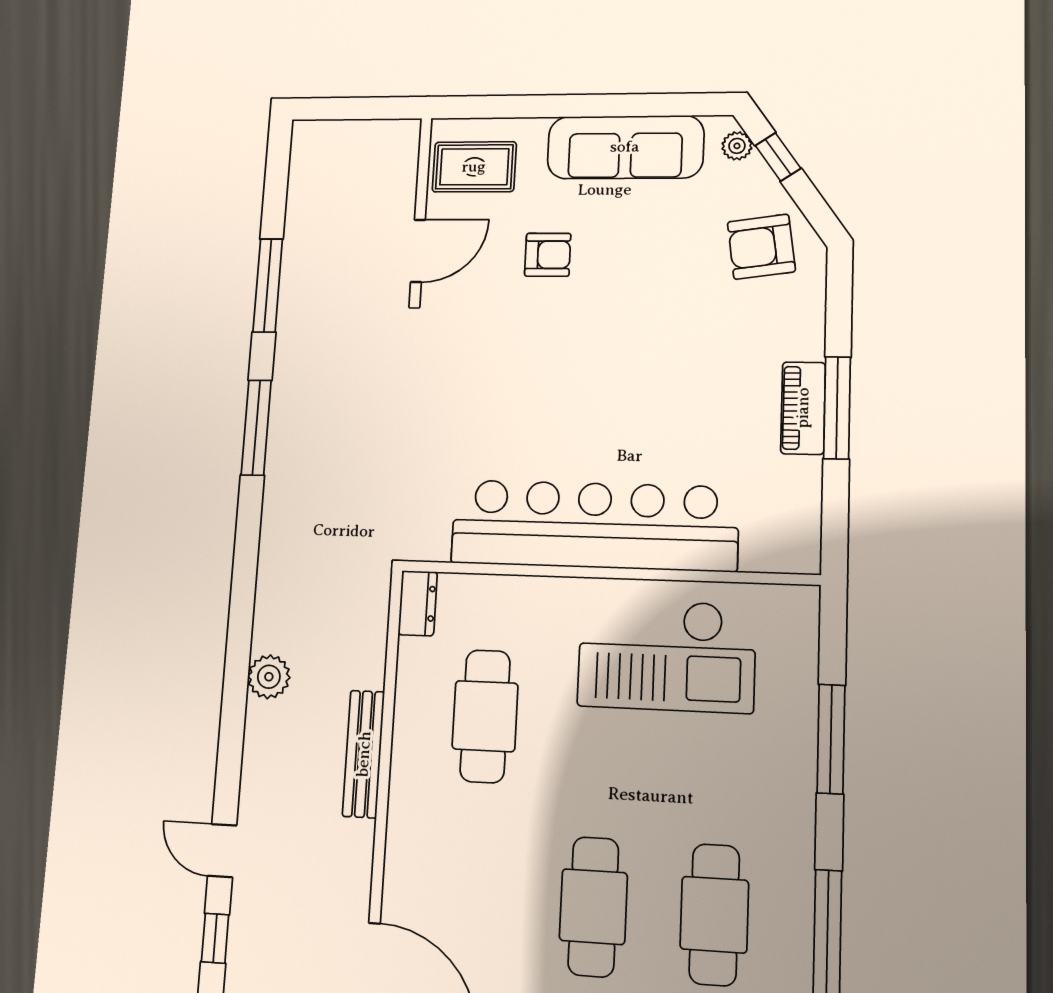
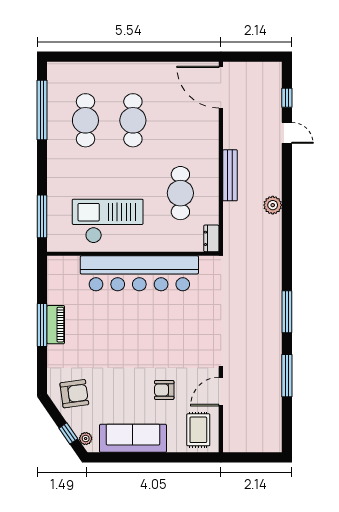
rug: (474, 167) -> (198, 430), turned 90
window: (831, 739) -> (42, 216), moved

